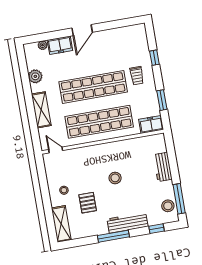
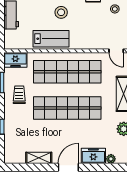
shelving: (112, 34) -> (39, 158), added
trolley: (137, 76) -> (19, 95), moved
lab bench: (120, 151) -> (51, 39), added

